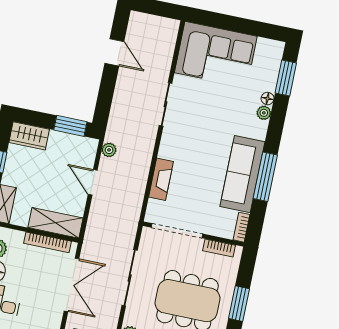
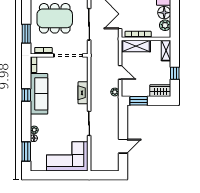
door: (114, 52) -> (123, 146), swing flipped
window: (265, 177) -> (26, 95), width x0.46
fireplace: (161, 179) -> (83, 93), moved
window: (239, 304) -> (26, 34), moved

